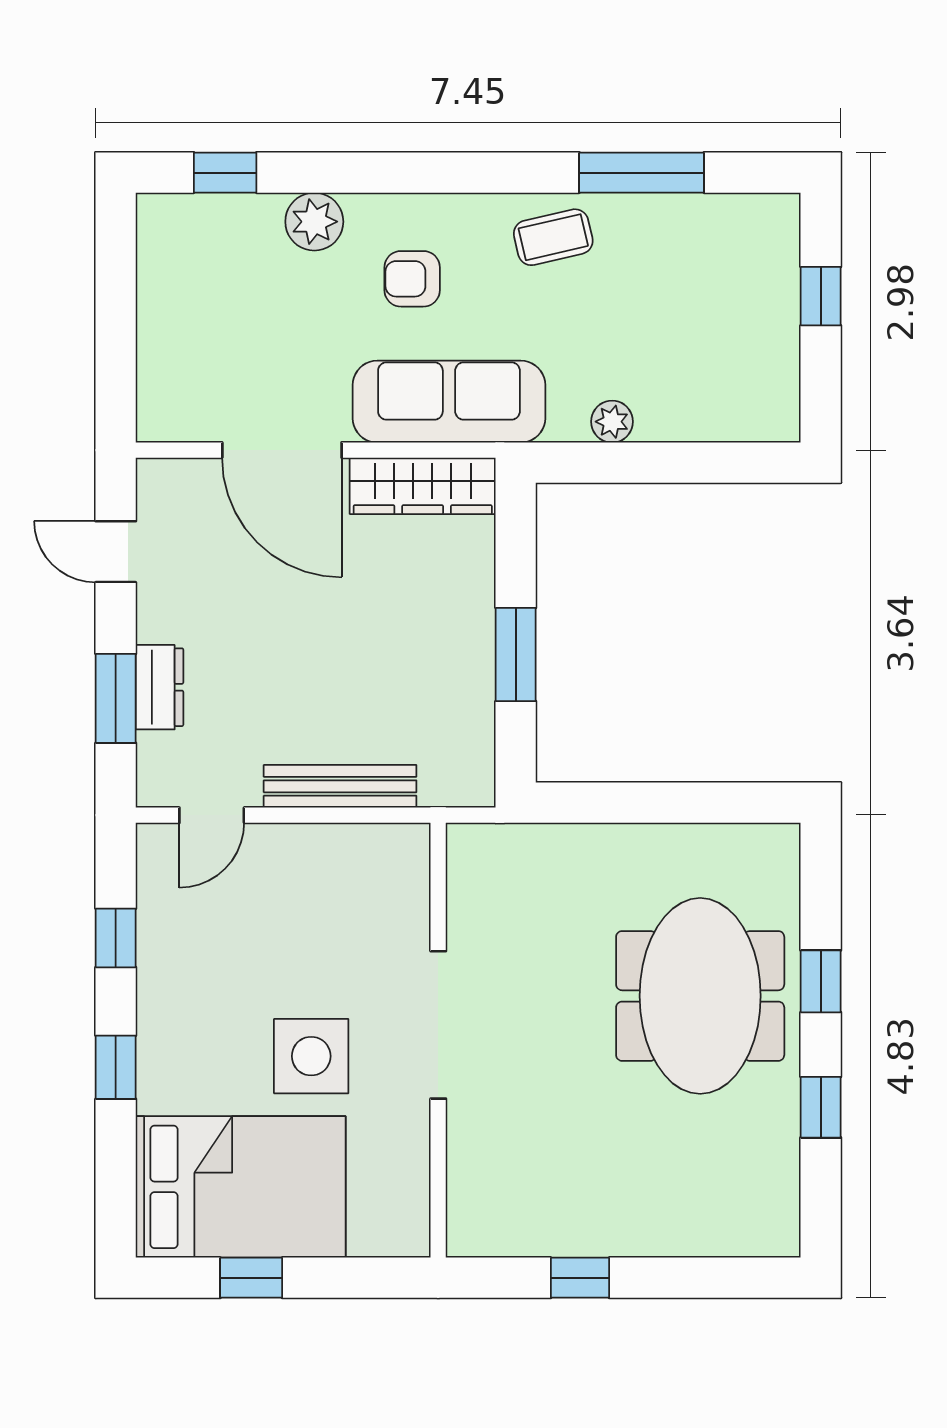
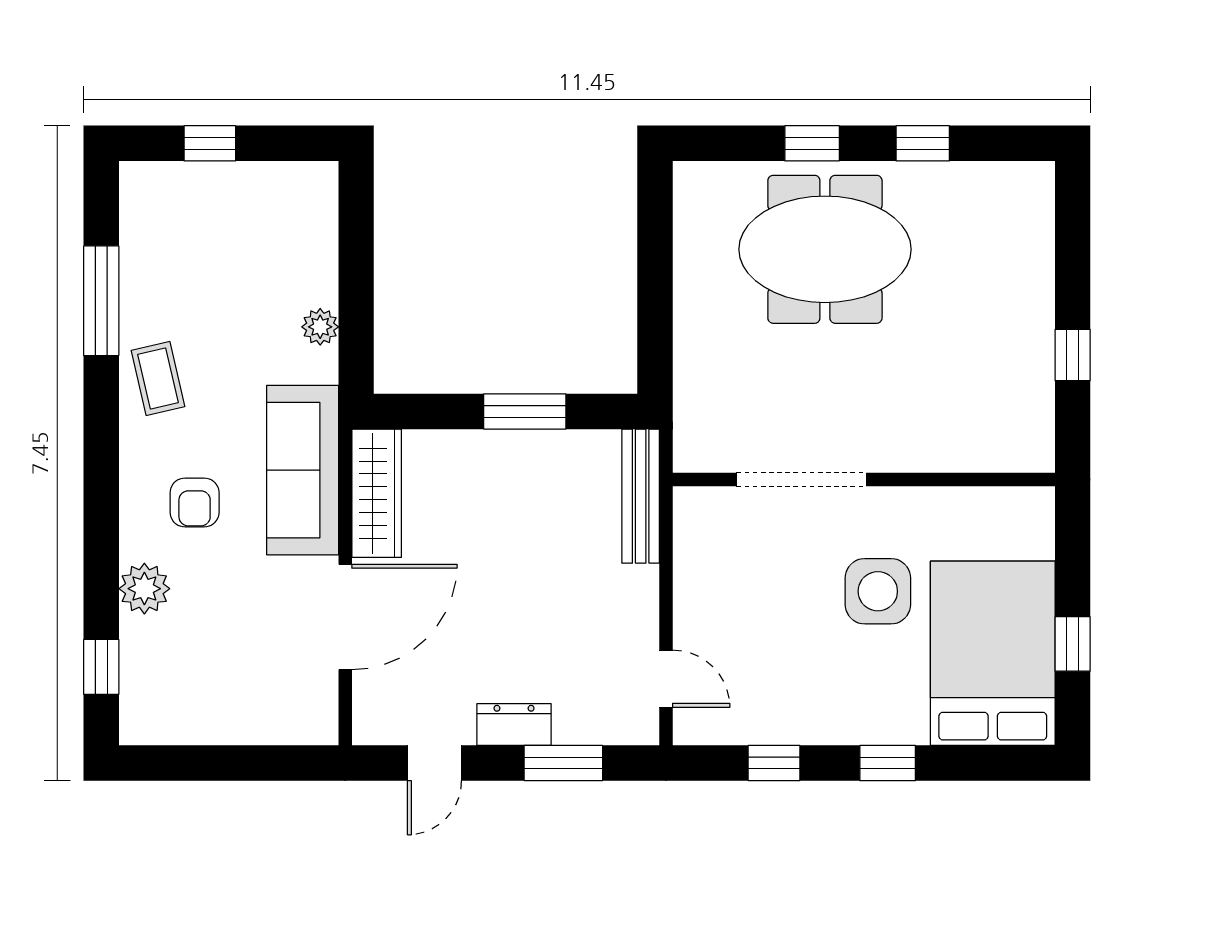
dresser: (159, 687) -> (514, 725), moved
bench: (340, 786) -> (641, 496), moved
doorway: (438, 1025) -> (801, 480), moved

